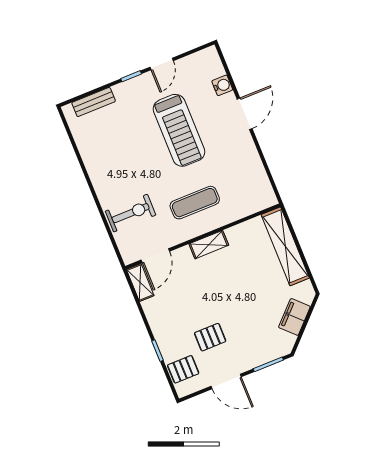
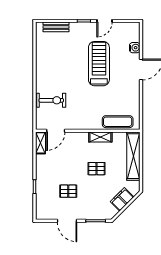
treadmill: (179, 130) -> (99, 64), turned 180
exercise mat: (195, 203) -> (118, 122), moved
shelving: (209, 245) -> (100, 137), moved
pallet: (183, 369) -> (96, 169), moved

